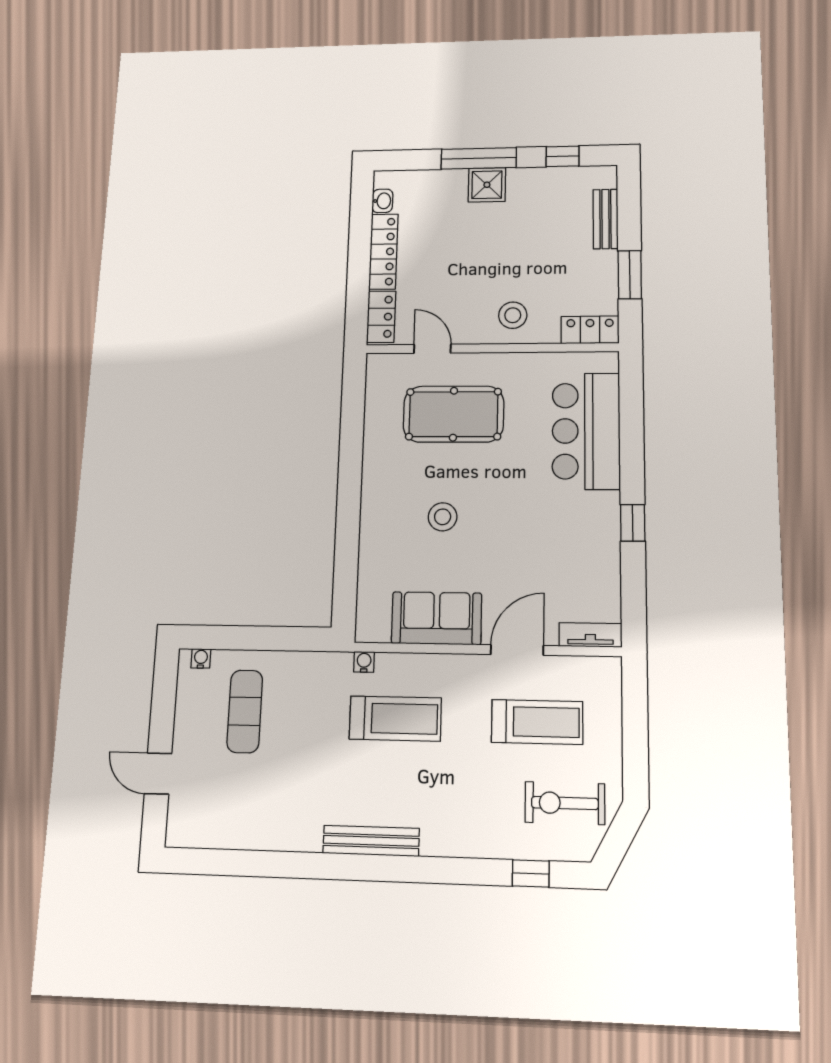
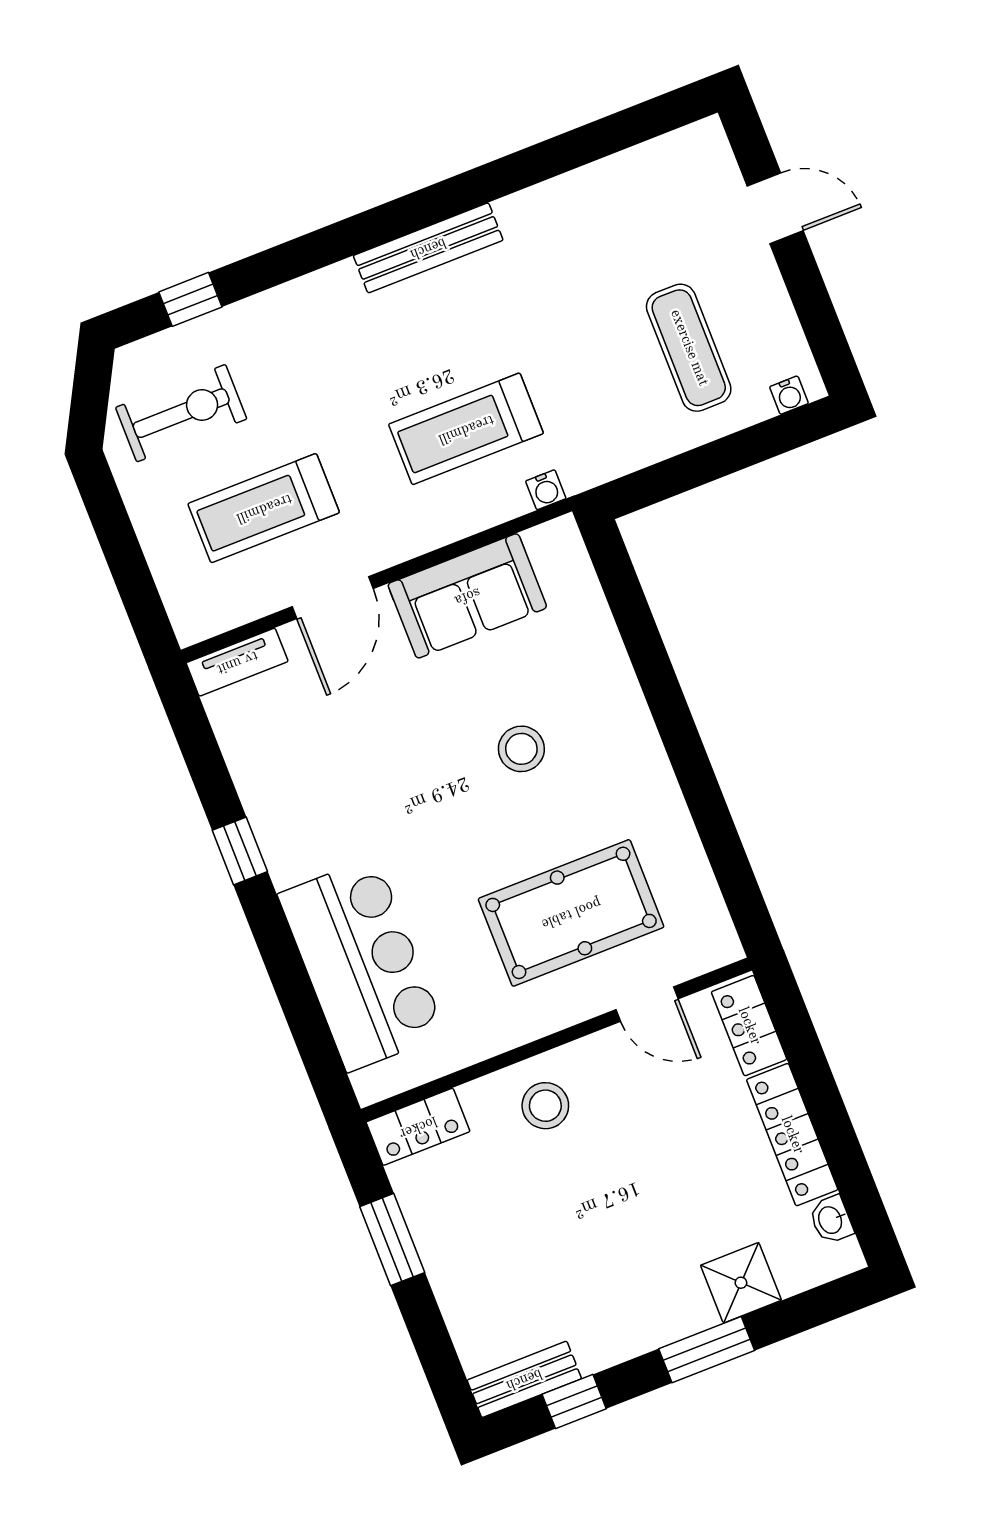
window: (479, 158) -> (707, 1350), width x0.69
shower: (487, 185) -> (741, 1283), moved
bench: (606, 219) -> (524, 1379), moved, turned 90

